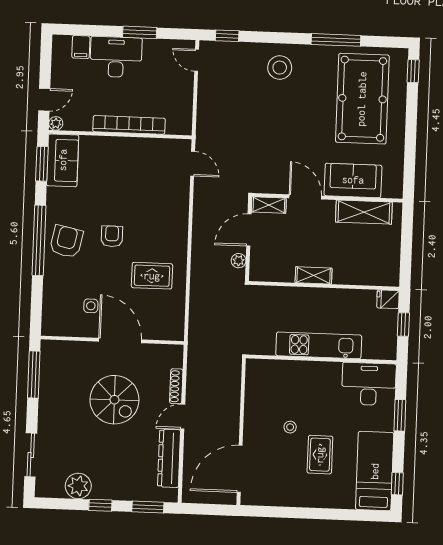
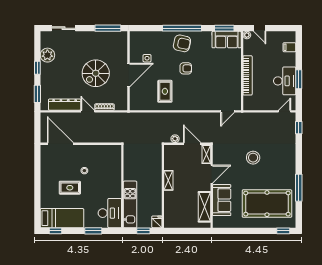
desk: (116, 57) -> (285, 81), moved
stool: (280, 68) -> (253, 158), moved
kitchen unit: (319, 345) -> (130, 204), moved

